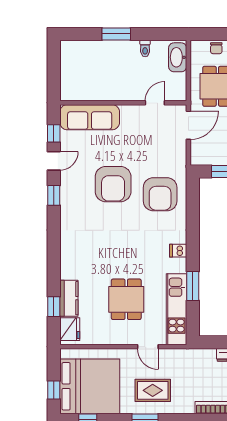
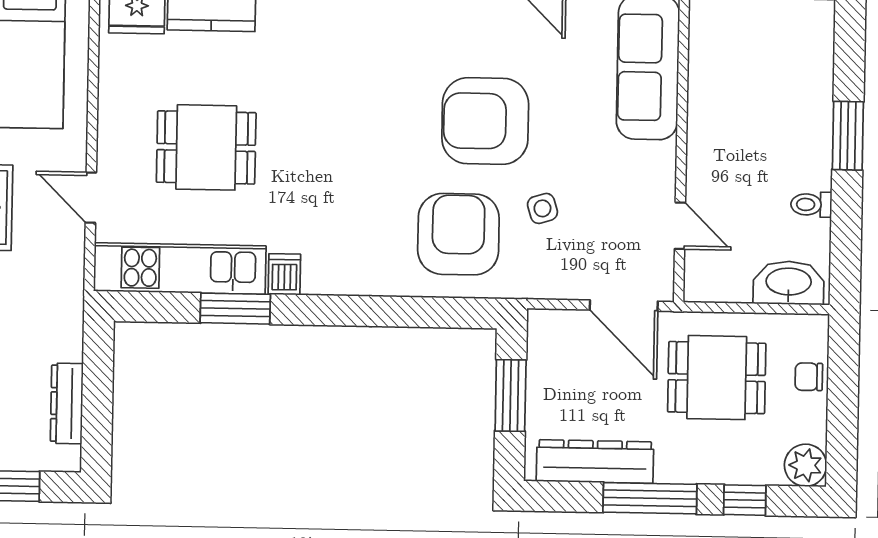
side table: (149, 160) -> (542, 208), added
armchair: (160, 194) -> (458, 234), turned 90
dishwasher: (178, 251) -> (284, 274), moved
door: (148, 347) -> (91, 198), hinge flipped

